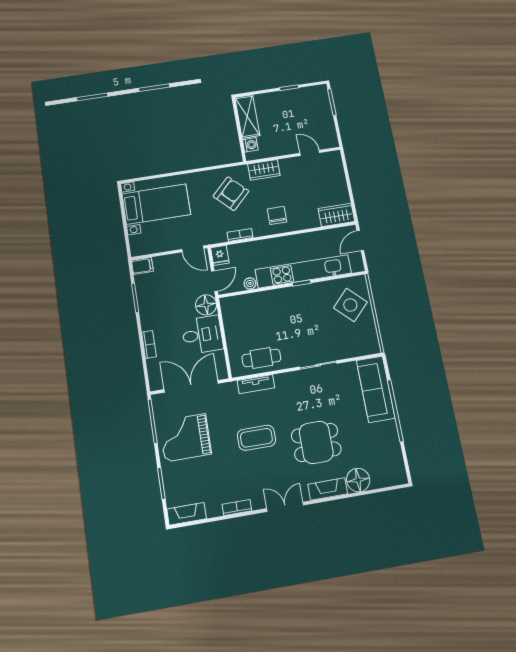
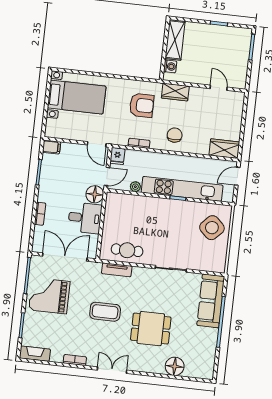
armchair: (231, 194) -> (142, 105), turned 45
fireplace: (328, 489) -> (149, 366), removed

